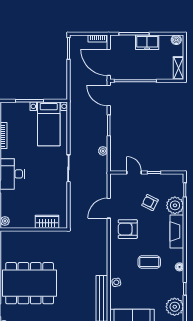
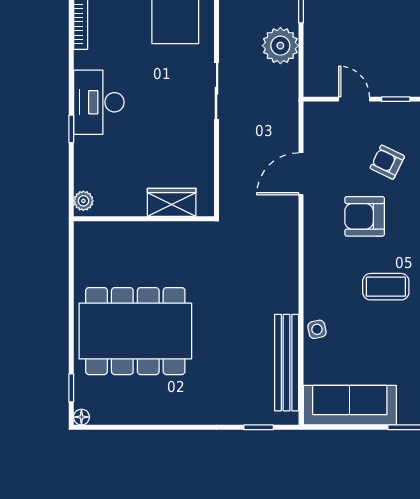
plant: (103, 151) -> (280, 46), width x1.87, depth x1.87
armchair: (128, 229) -> (365, 216), moved

